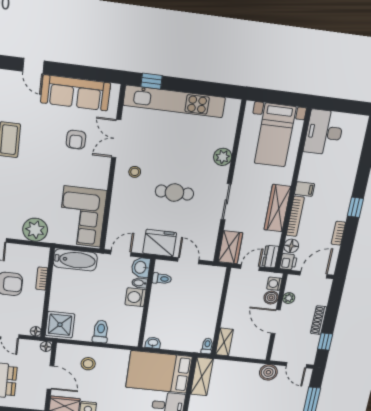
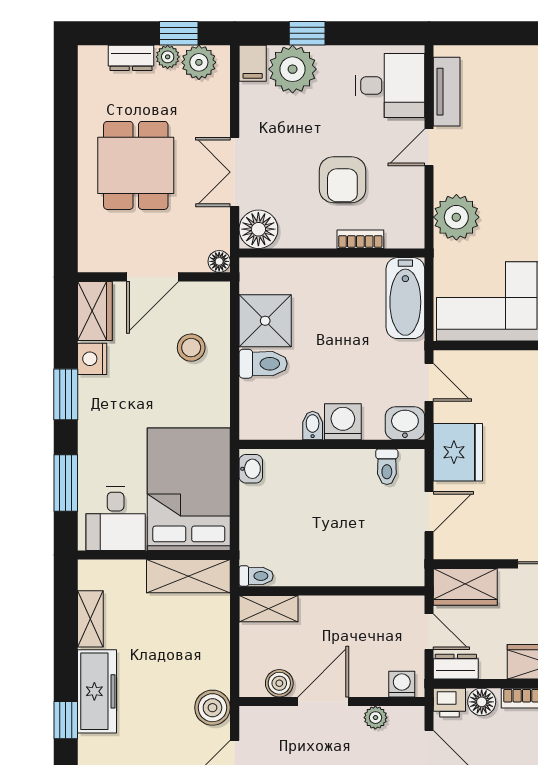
bidet: (140, 283) -> (313, 426), moved
boiler: (271, 298) -> (279, 683), moved
shower: (60, 325) -> (265, 321), moved
floor lamp: (36, 331) -> (258, 229), width x1.89, depth x1.89

